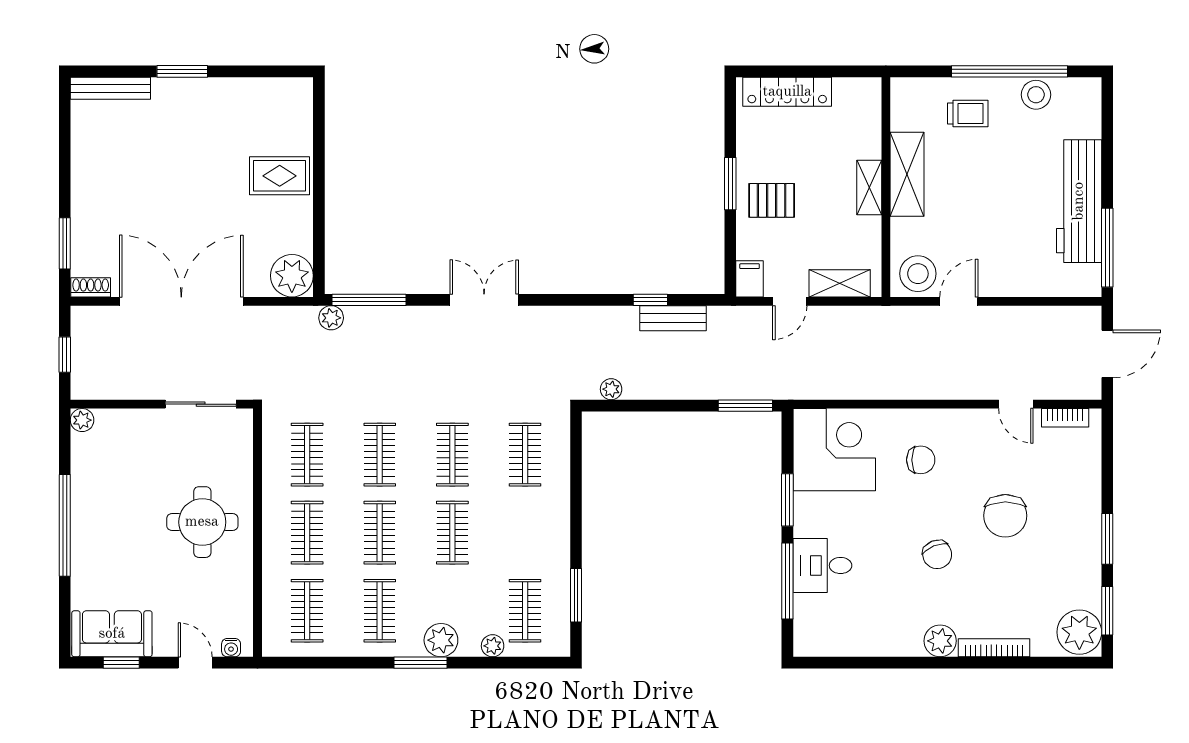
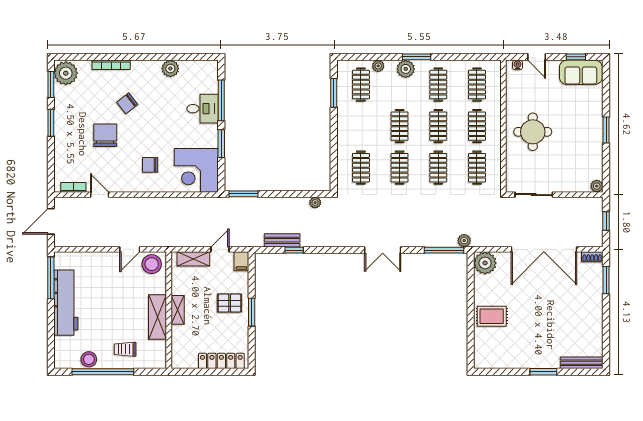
window: (65, 525) -> (606, 130), width x0.47
chair: (937, 554) -> (127, 103), moved, turned -106
plant: (940, 641) -> (170, 68), moved

